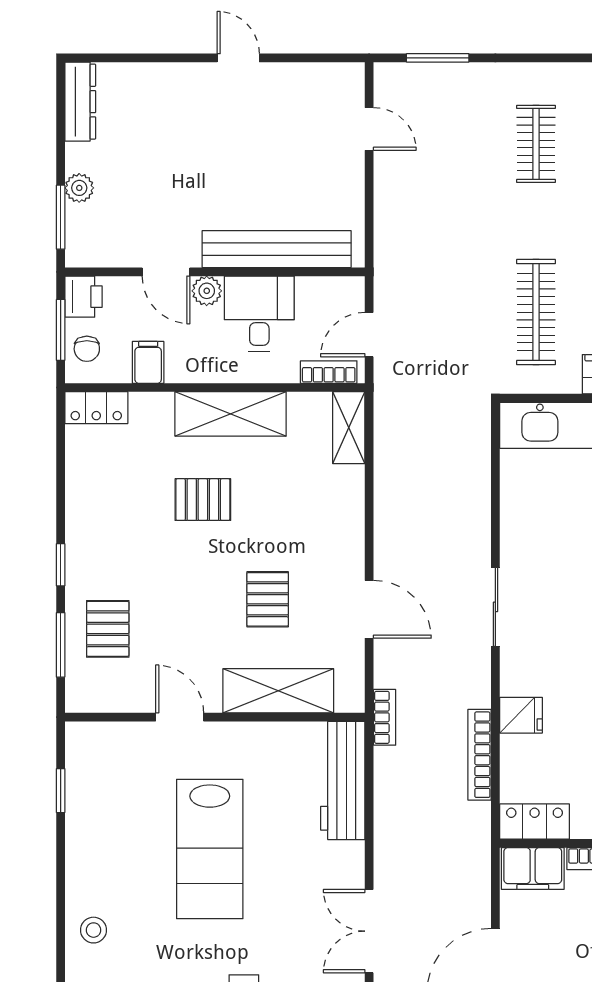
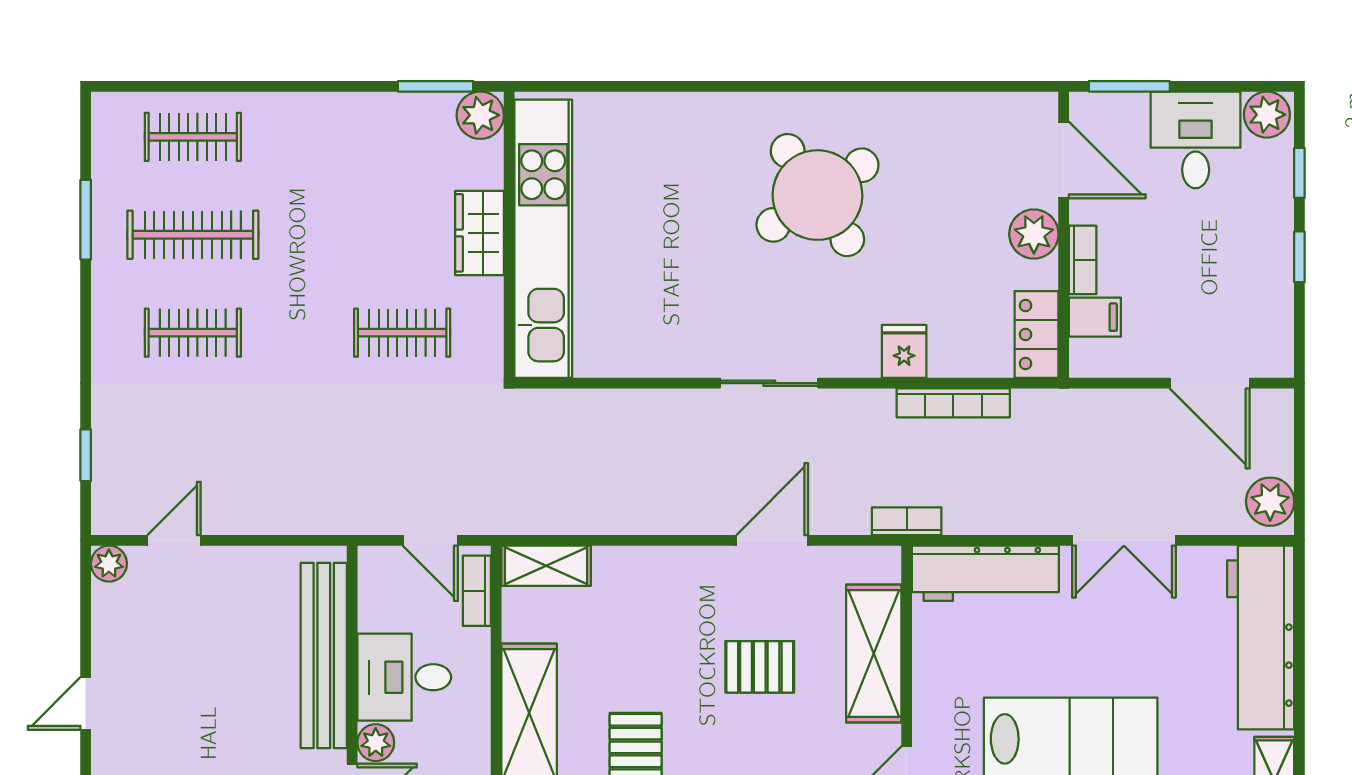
window: (438, 58) -> (86, 455), width x0.67
plant: (351, 77) -> (109, 564), added
clothes rail: (536, 312) -> (402, 333), width x0.73
filing cabinet: (533, 869) -> (1095, 317), width x0.50
double door: (369, 931) -> (1124, 540), moved

